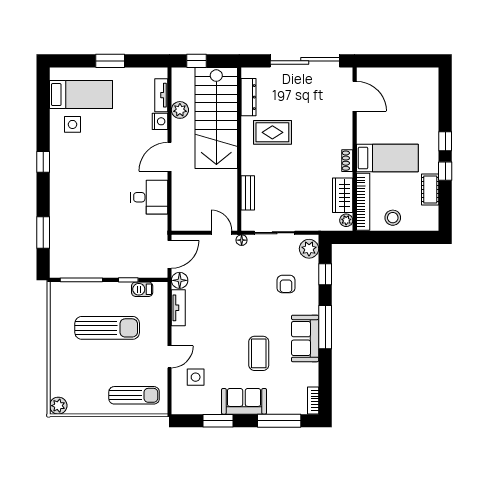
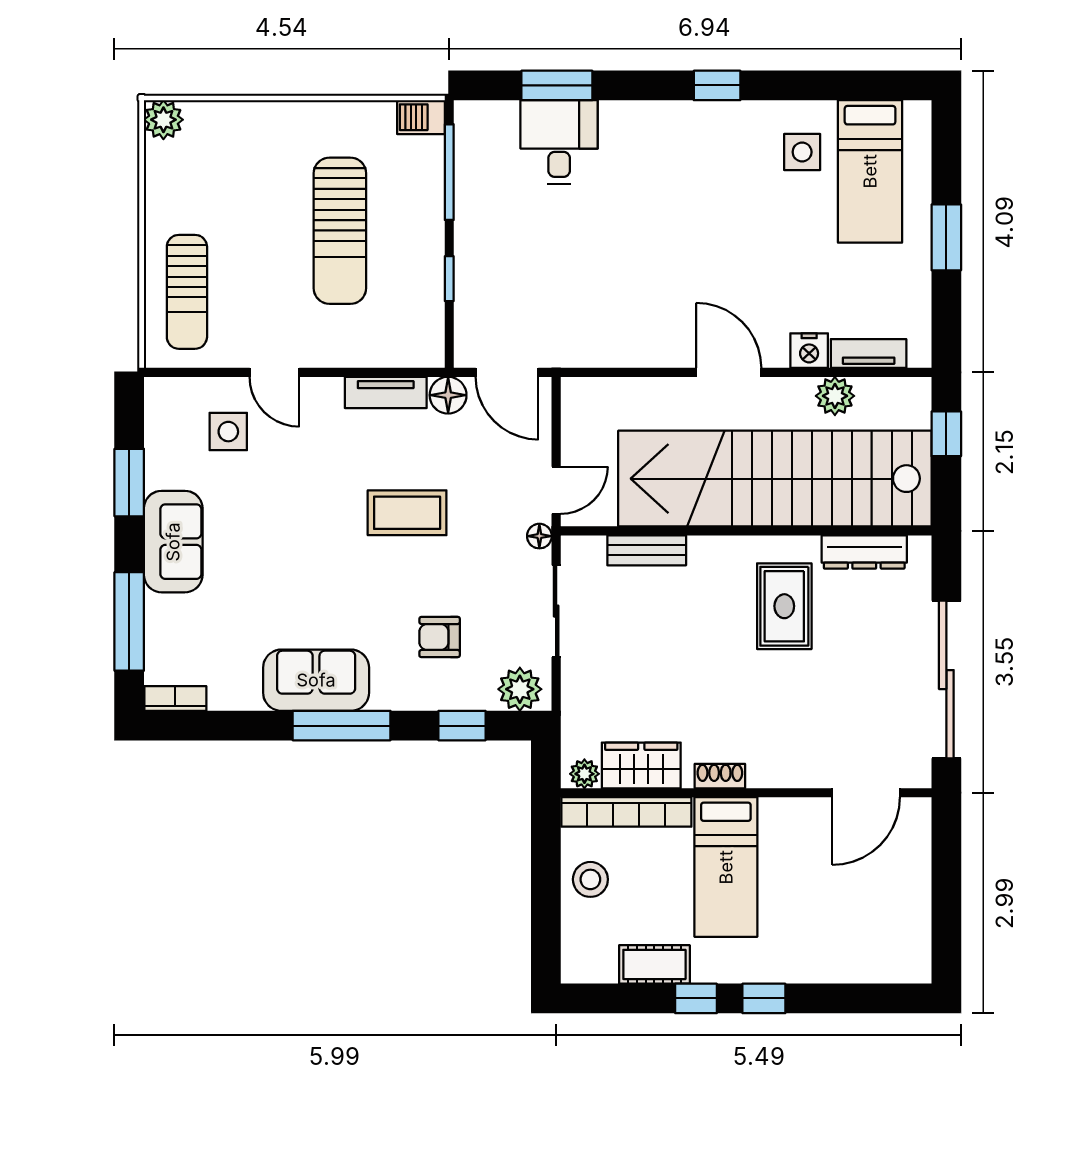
stairs: (216, 118) -> (775, 479), width x1.36
desk: (149, 197) -> (559, 142), moved, turned 180
barbecue: (142, 289) -> (421, 117), moved, turned -90
coffee table: (259, 353) -> (407, 513), moved

